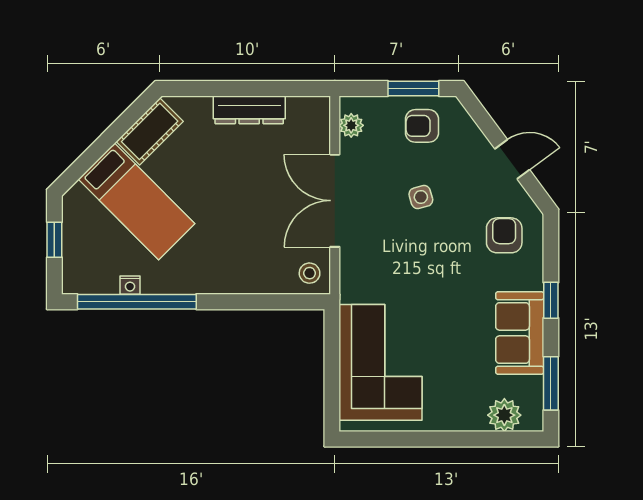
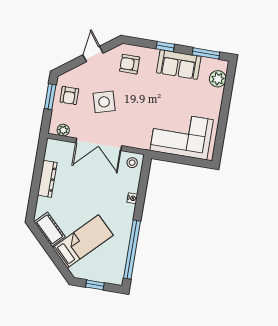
side table: (421, 197) -> (104, 102), width x1.87, depth x1.87
nightstand: (130, 285) -> (132, 198), moved

